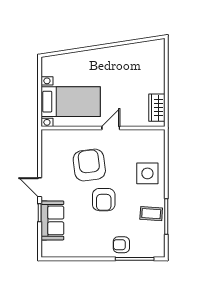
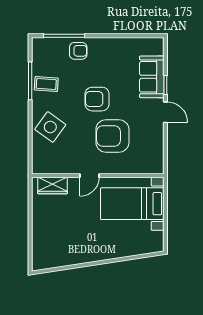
wardrobe: (157, 108) -> (53, 185), moved, turned 90
armchair: (89, 165) -> (112, 136), turned 97
side table: (147, 173) -> (50, 127), turned 36
armchair: (104, 200) -> (97, 99), turned -90

